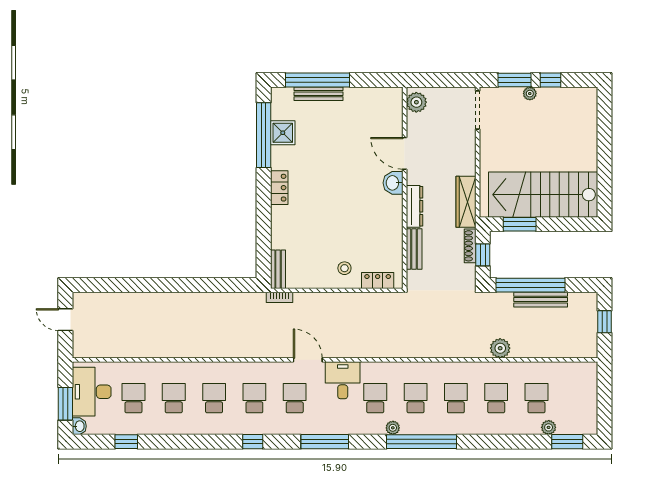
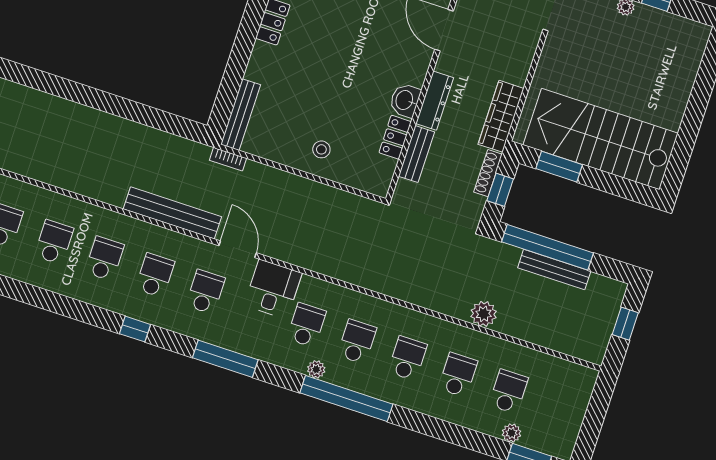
washbasin: (393, 183) -> (405, 100), moved
bench: (278, 269) -> (241, 115), width x1.36
locker: (378, 281) -> (395, 137), moved, turned -90
bench: (252, 349) -> (172, 213), added

